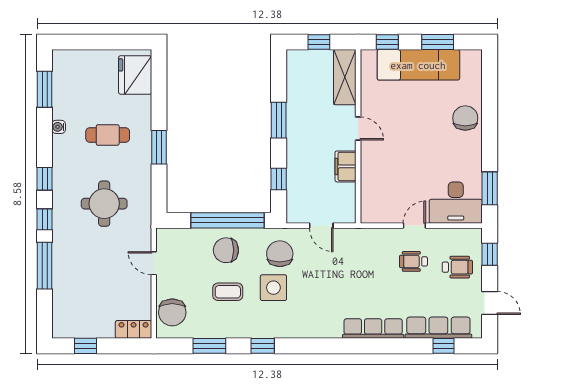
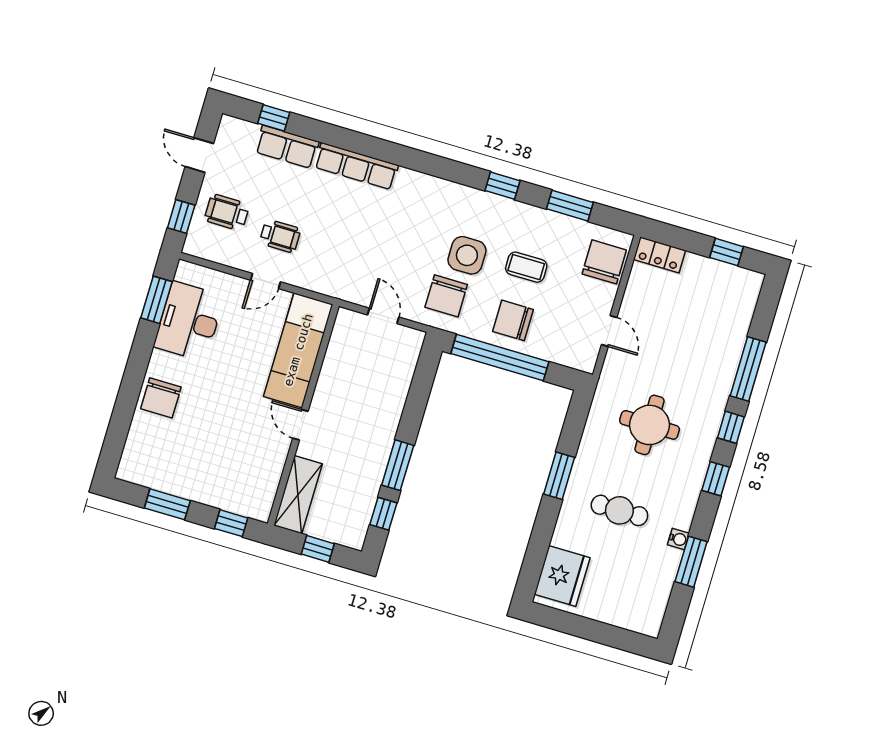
exam couch: (418, 65) -> (298, 350), moved, turned -90
window: (45, 89) -> (691, 562), moved
filing cabinet: (345, 166) -> (331, 382), removed
window: (279, 179) -> (383, 514), moved
desk: (456, 203) -> (189, 321), moved, turned -90
chair: (226, 250) -> (513, 320), turned 180
row of seats: (438, 328) -> (287, 147), width x0.68

